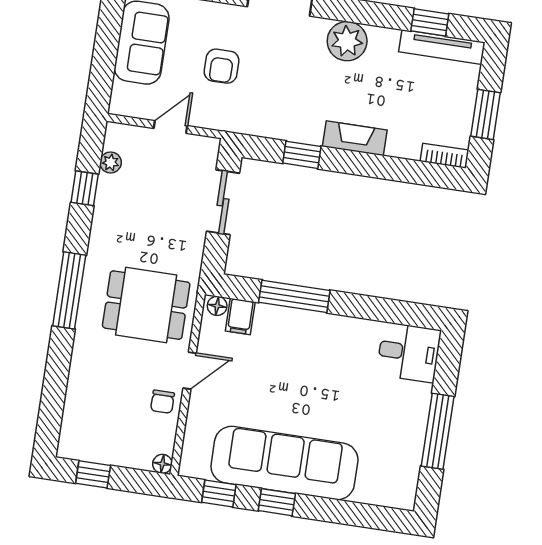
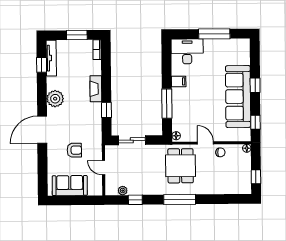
filing cabinet: (240, 316) -> (179, 81), moved
desk: (409, 352) -> (187, 51), width x1.37
window: (277, 502) -> (255, 85), moved

